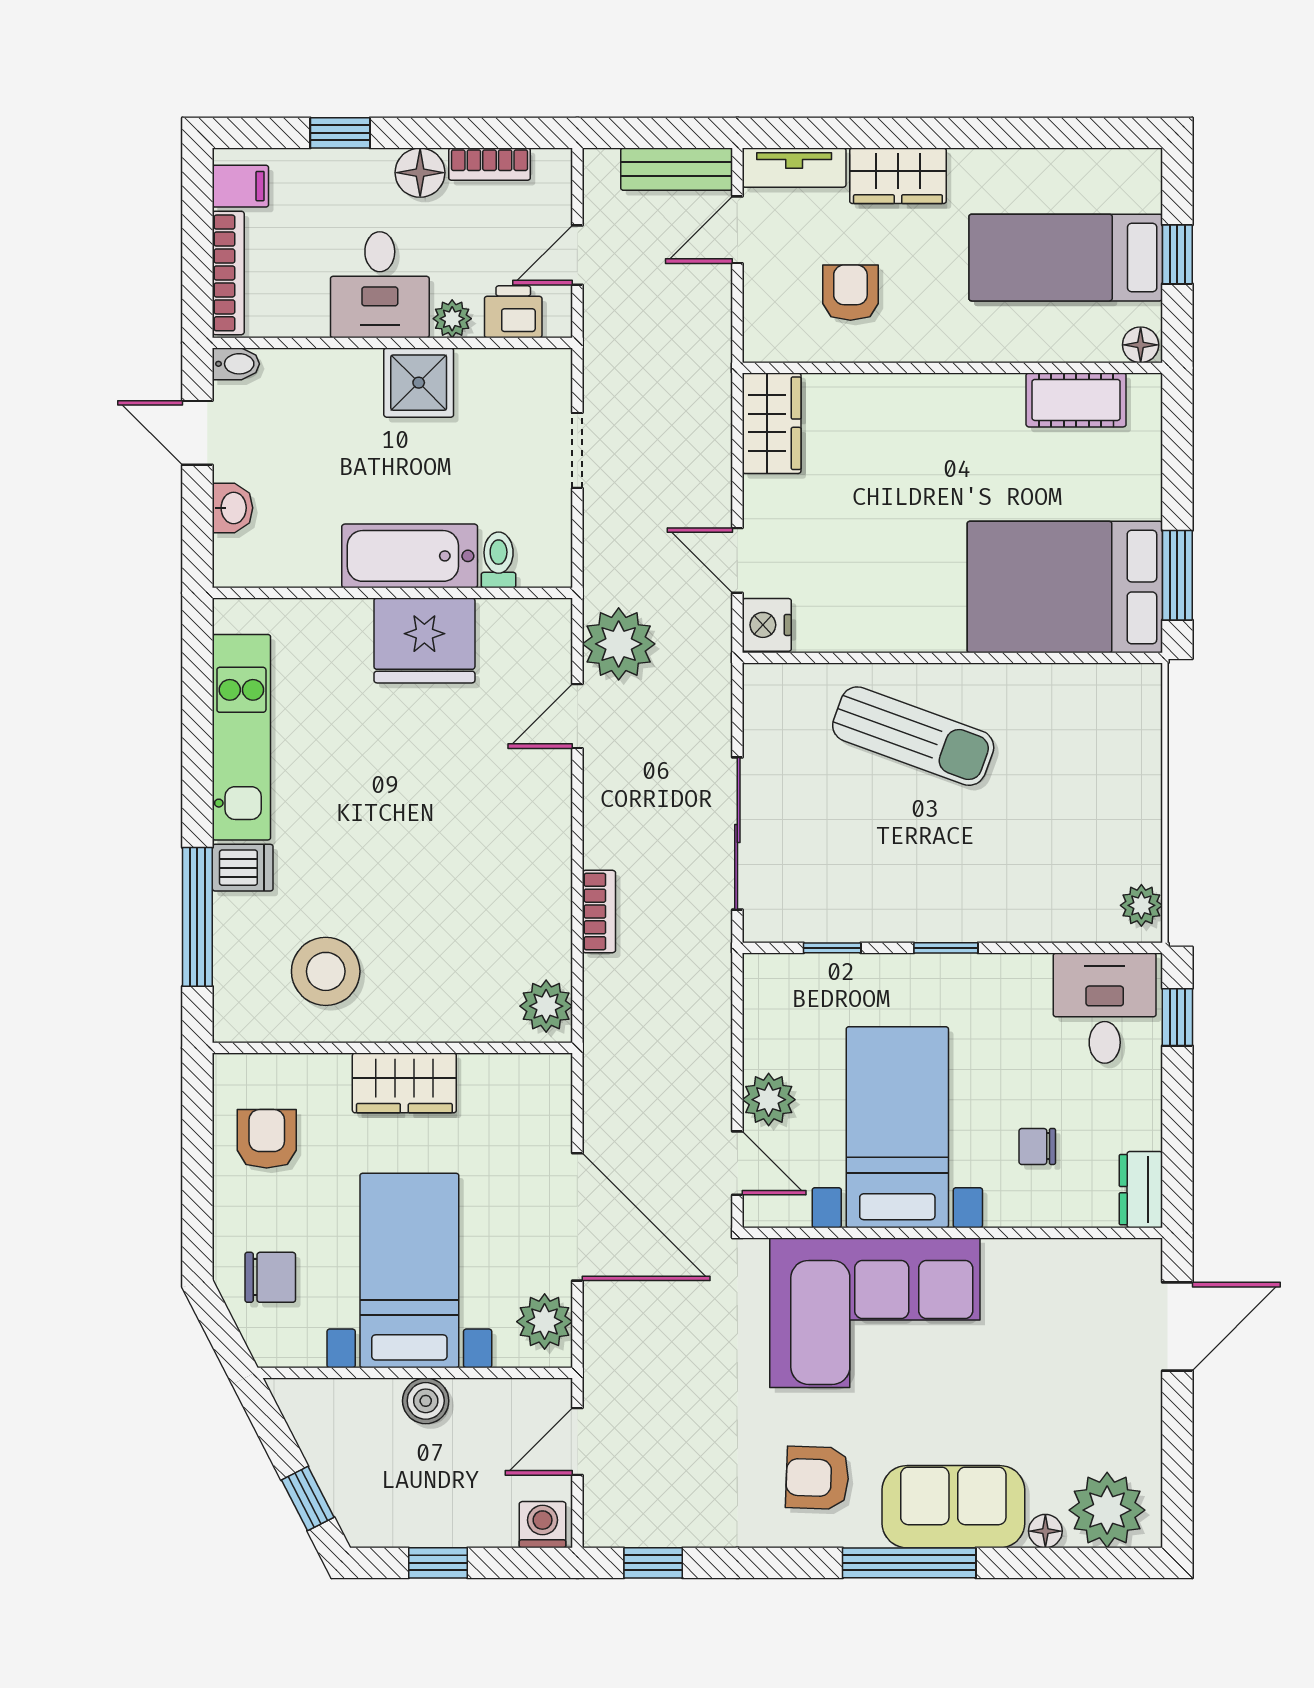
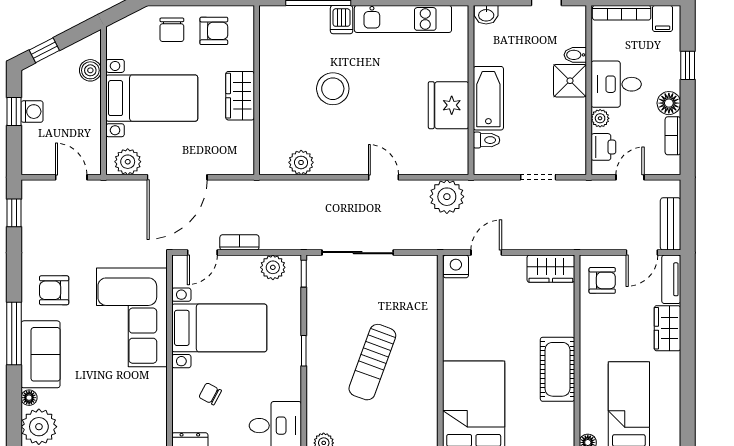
door: (737, 230) -> (642, 253), swing flipped
door: (577, 255) -> (630, 177), hinge flipped
armchair: (850, 293) -> (602, 280), moved
bidet: (236, 364) -> (575, 55), moved, turned 90
shower: (419, 383) -> (570, 81), moved
cot: (1076, 400) -> (557, 369), moved, width x1.37, depth x1.34
washbasin: (232, 508) -> (486, 15), moved
door: (577, 716) -> (384, 177), moved
sun lounger: (913, 736) -> (372, 362), moved
bookcase: (599, 912) -> (239, 242), moved, turned 180
window: (832, 948) -> (304, 274), moved
stool: (326, 971) -> (333, 89), moved
plant: (546, 1006) -> (301, 162), moved
plant: (769, 1100) -> (273, 267), moved
chair: (1037, 1146) -> (210, 394), turned -62
chair: (270, 1277) -> (172, 30), moved
boiler: (426, 1401) -> (90, 70), moved
armchair: (817, 1478) -> (54, 290), turned -92
washing machine: (543, 1525) -> (32, 112), moved

